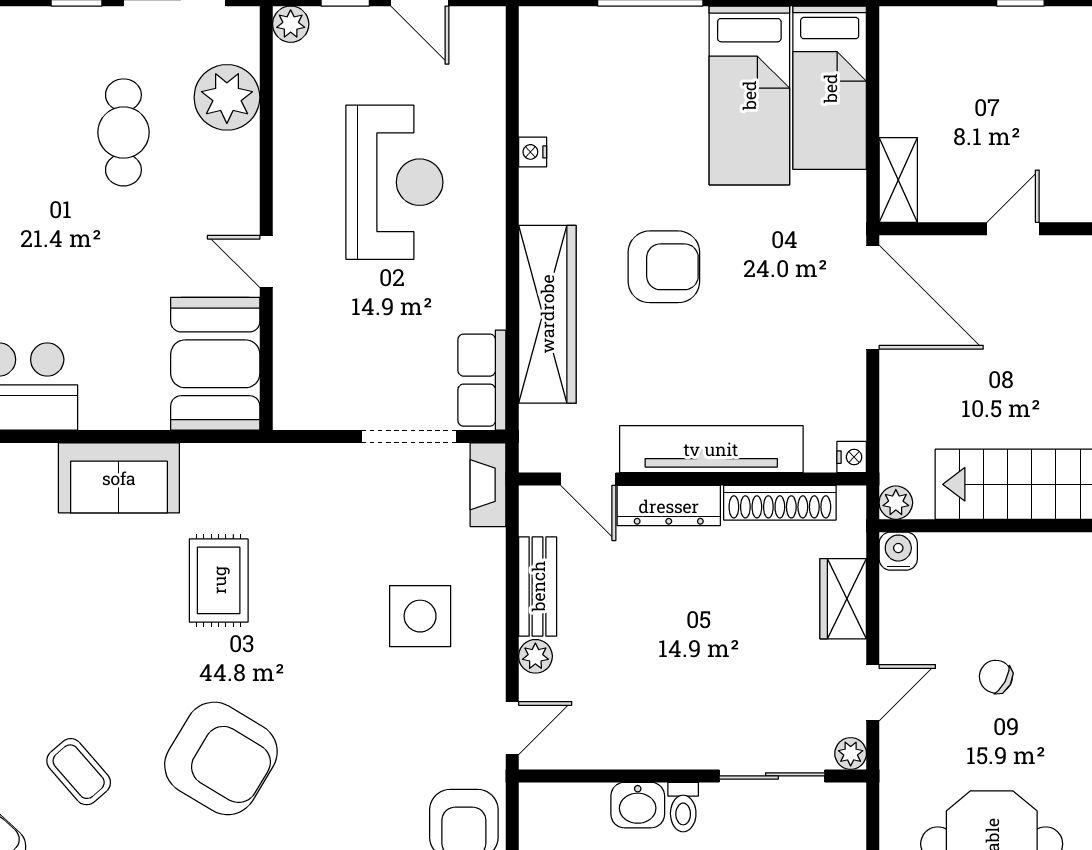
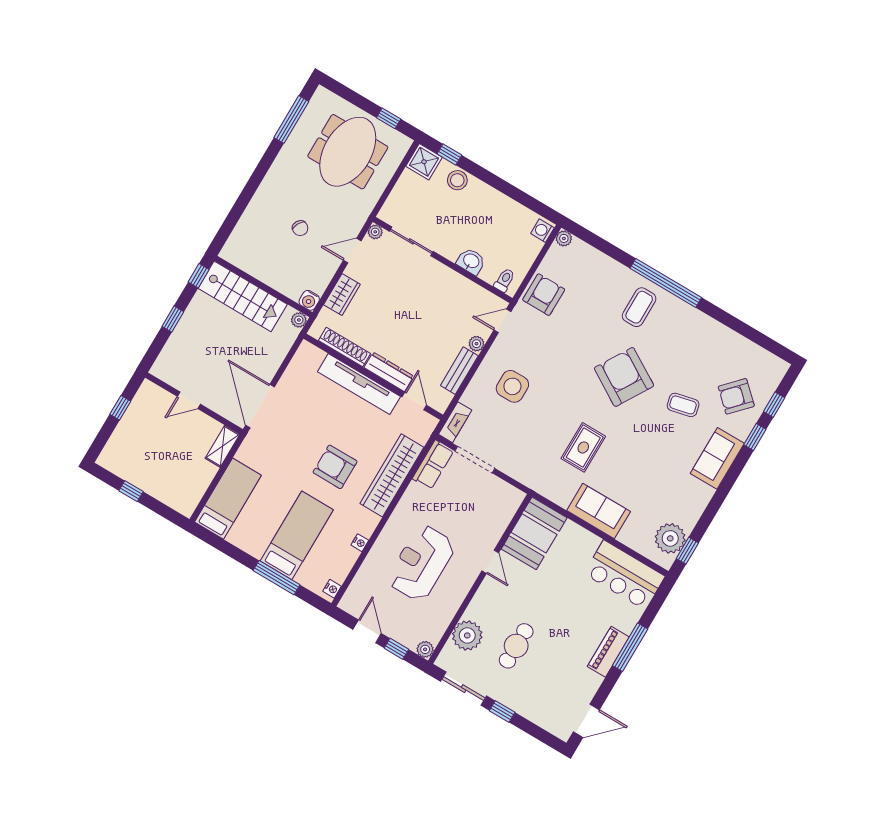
bed: (749, 95) -> (297, 535), moved
nightstand: (852, 457) -> (332, 589), moved, turned 180
coffee table: (79, 772) -> (683, 405), turned -62
toilet: (683, 807) -> (504, 280), moved

